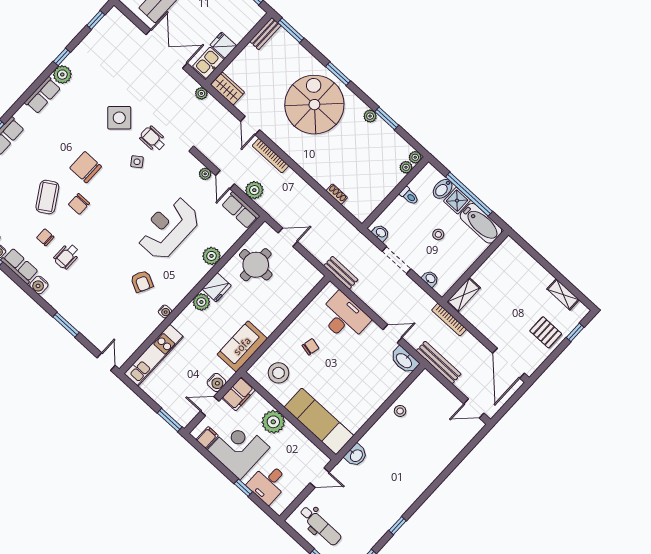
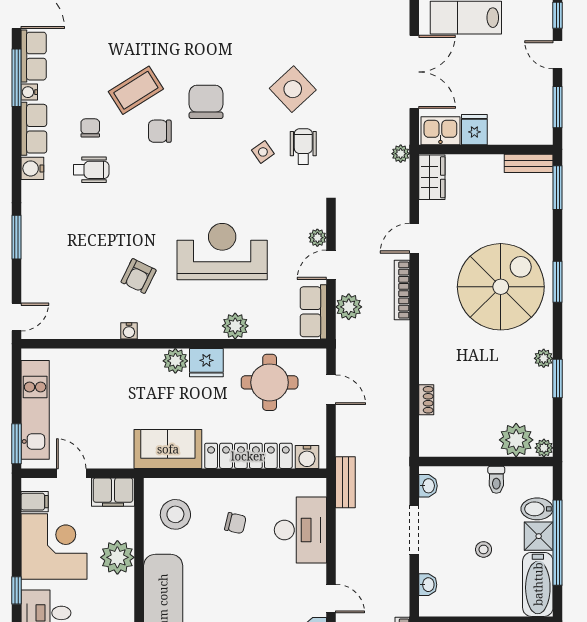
plant: (406, 167) -> (516, 440), width x1.87, depth x1.87
wheelchair: (67, 256) -> (91, 170), turned 180
locker: (283, 309) -> (248, 456), added
kitchen unit: (154, 355) -> (35, 410), moved, turned -90
water cooler: (216, 382) -> (307, 457), moved

